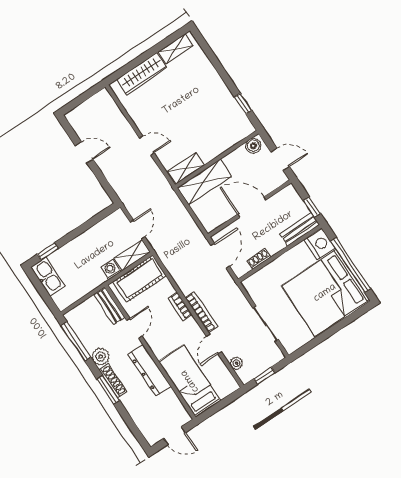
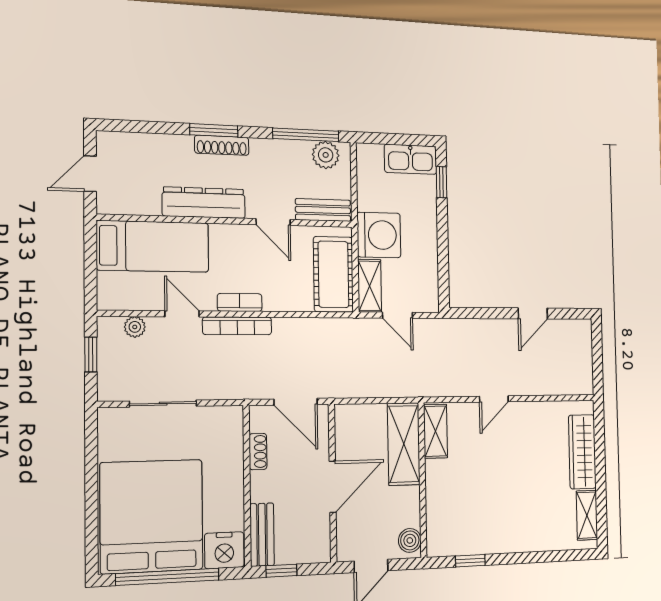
washing machine: (111, 269) -> (379, 235), width x1.89, depth x1.89
bookcase: (180, 306) -> (240, 302), moved
plant: (101, 357) -> (326, 155), moved

